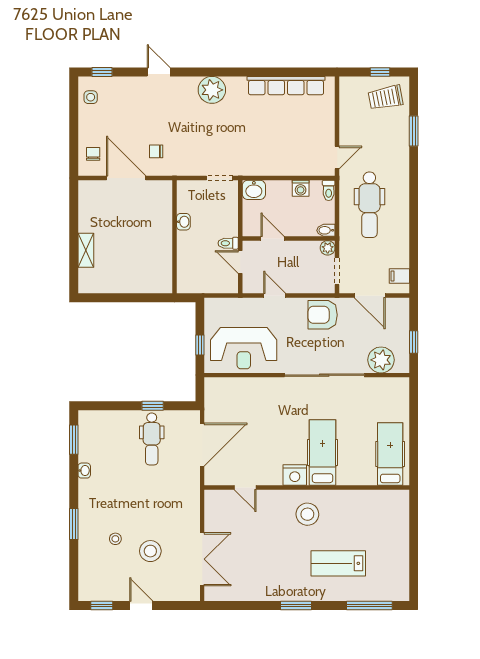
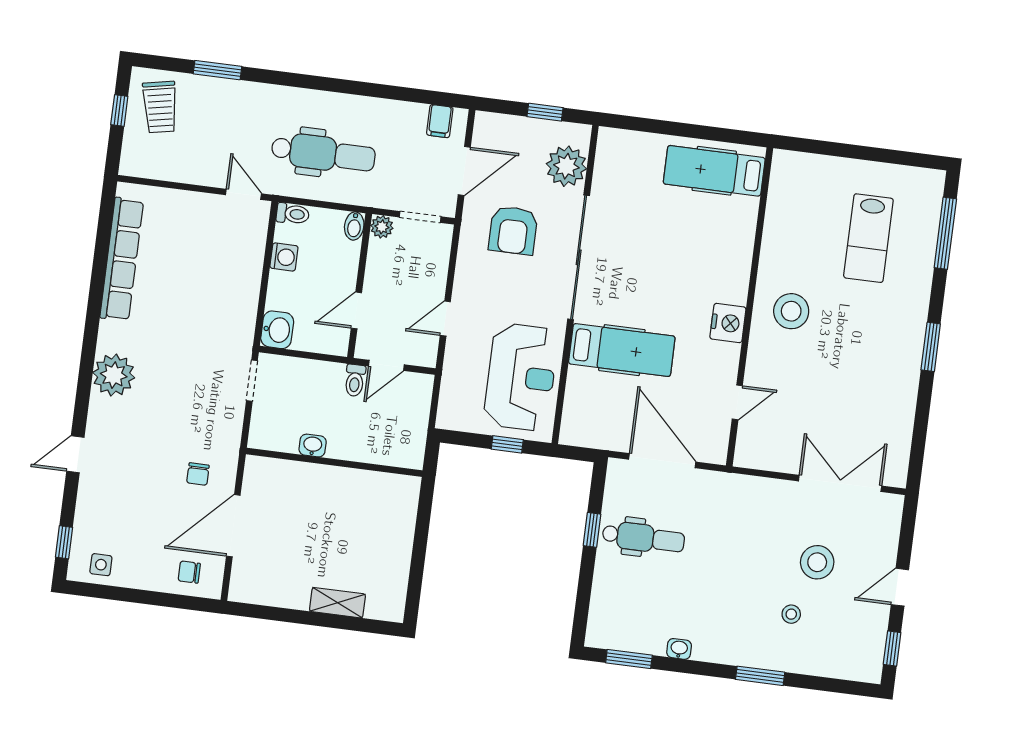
armchair: (323, 315) -> (513, 230), moved
hospital bed: (322, 453) -> (622, 350), moved, turned 180
lab bench: (338, 563) -> (868, 238), moved

